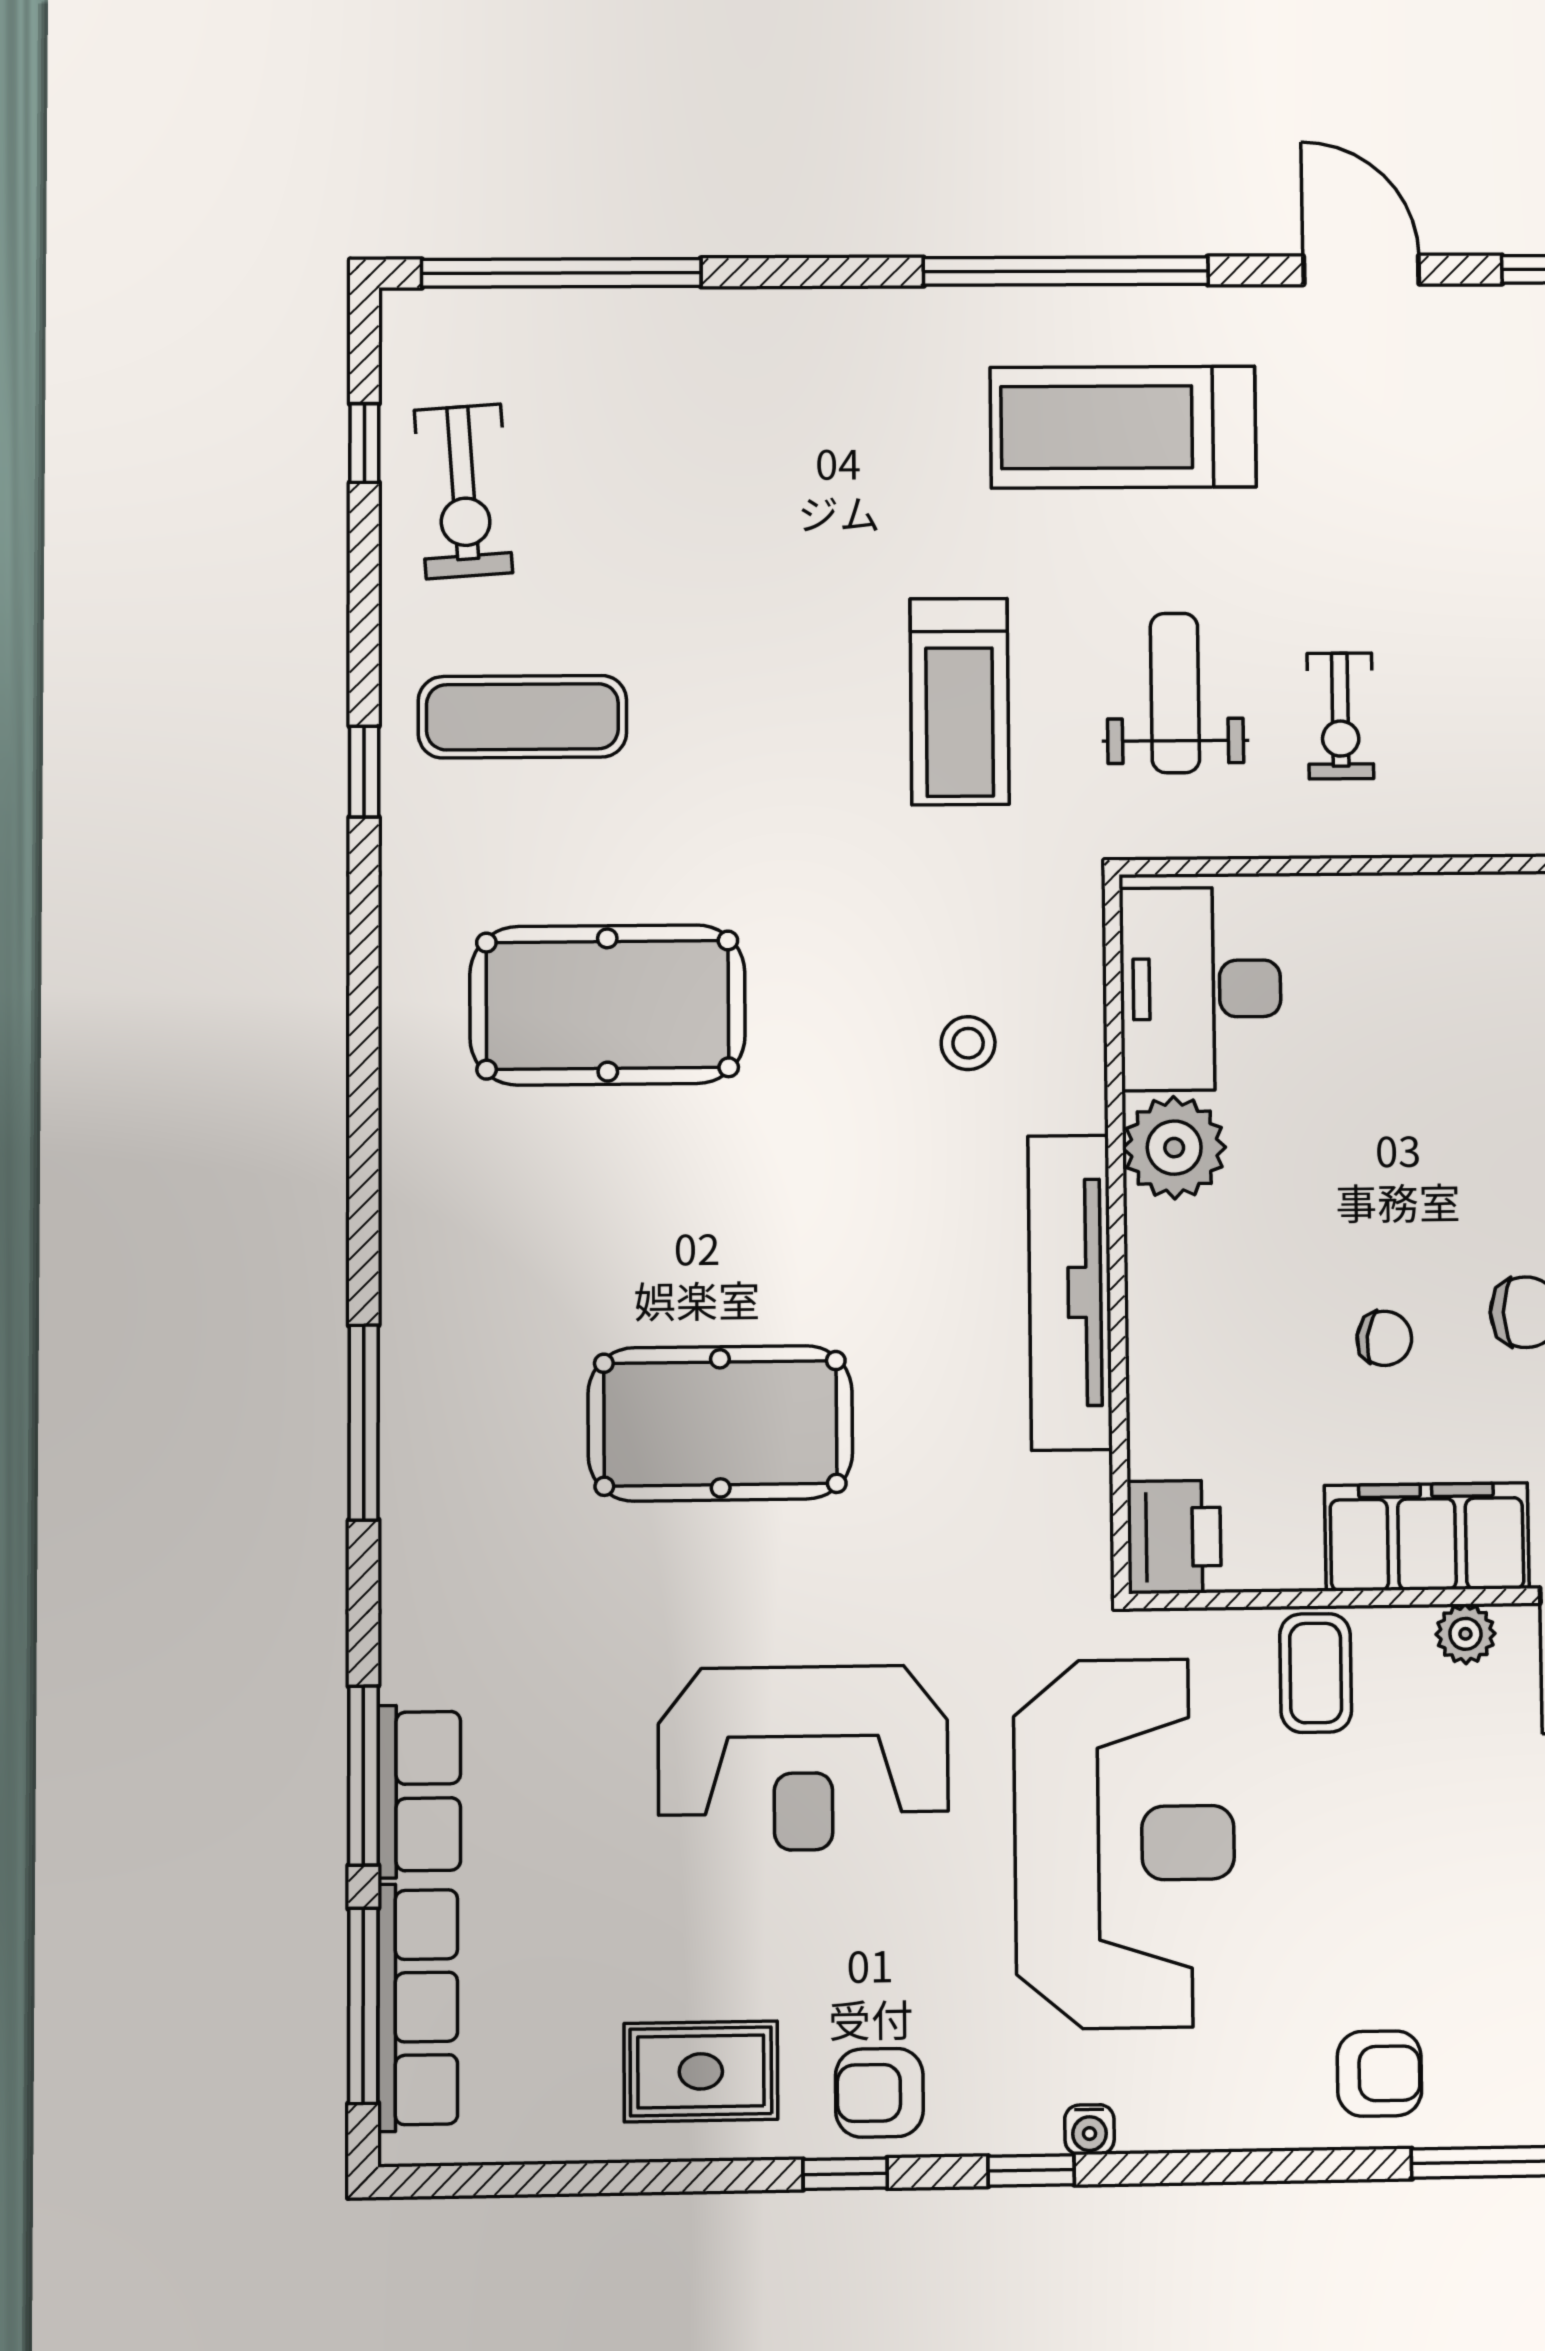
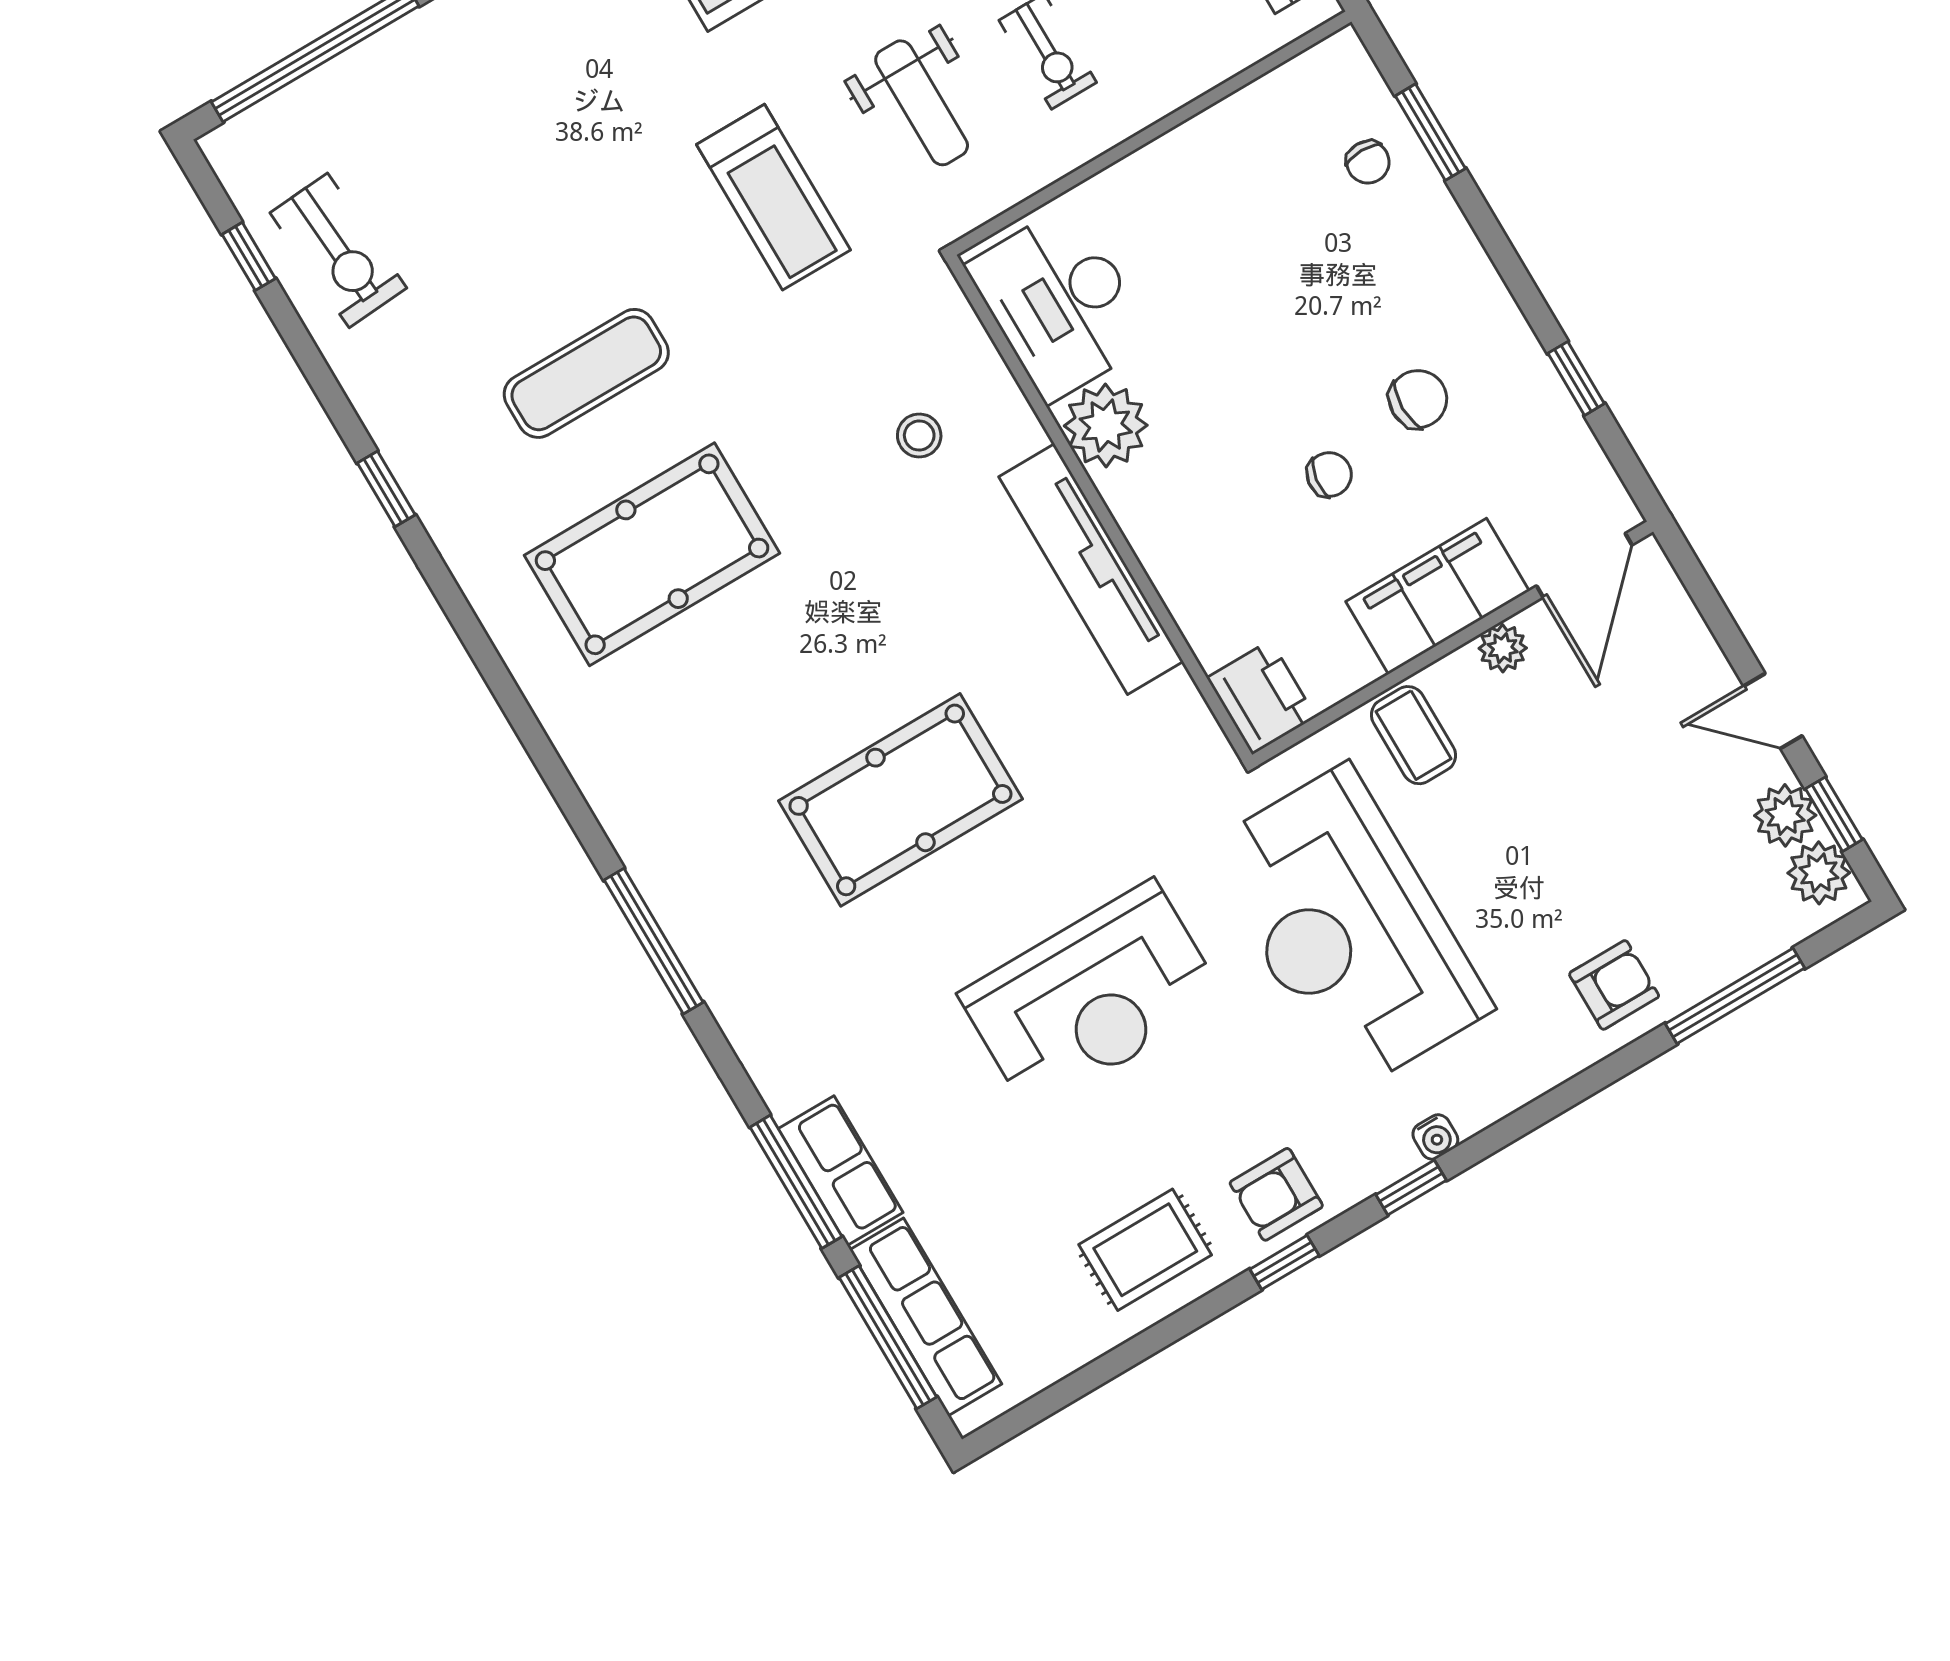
weight bench: (1175, 693) -> (922, 103), turned 180
exercise mat: (522, 717) -> (586, 373), moved
reception desk: (1125, 1844) -> (1348, 928), turned 180

